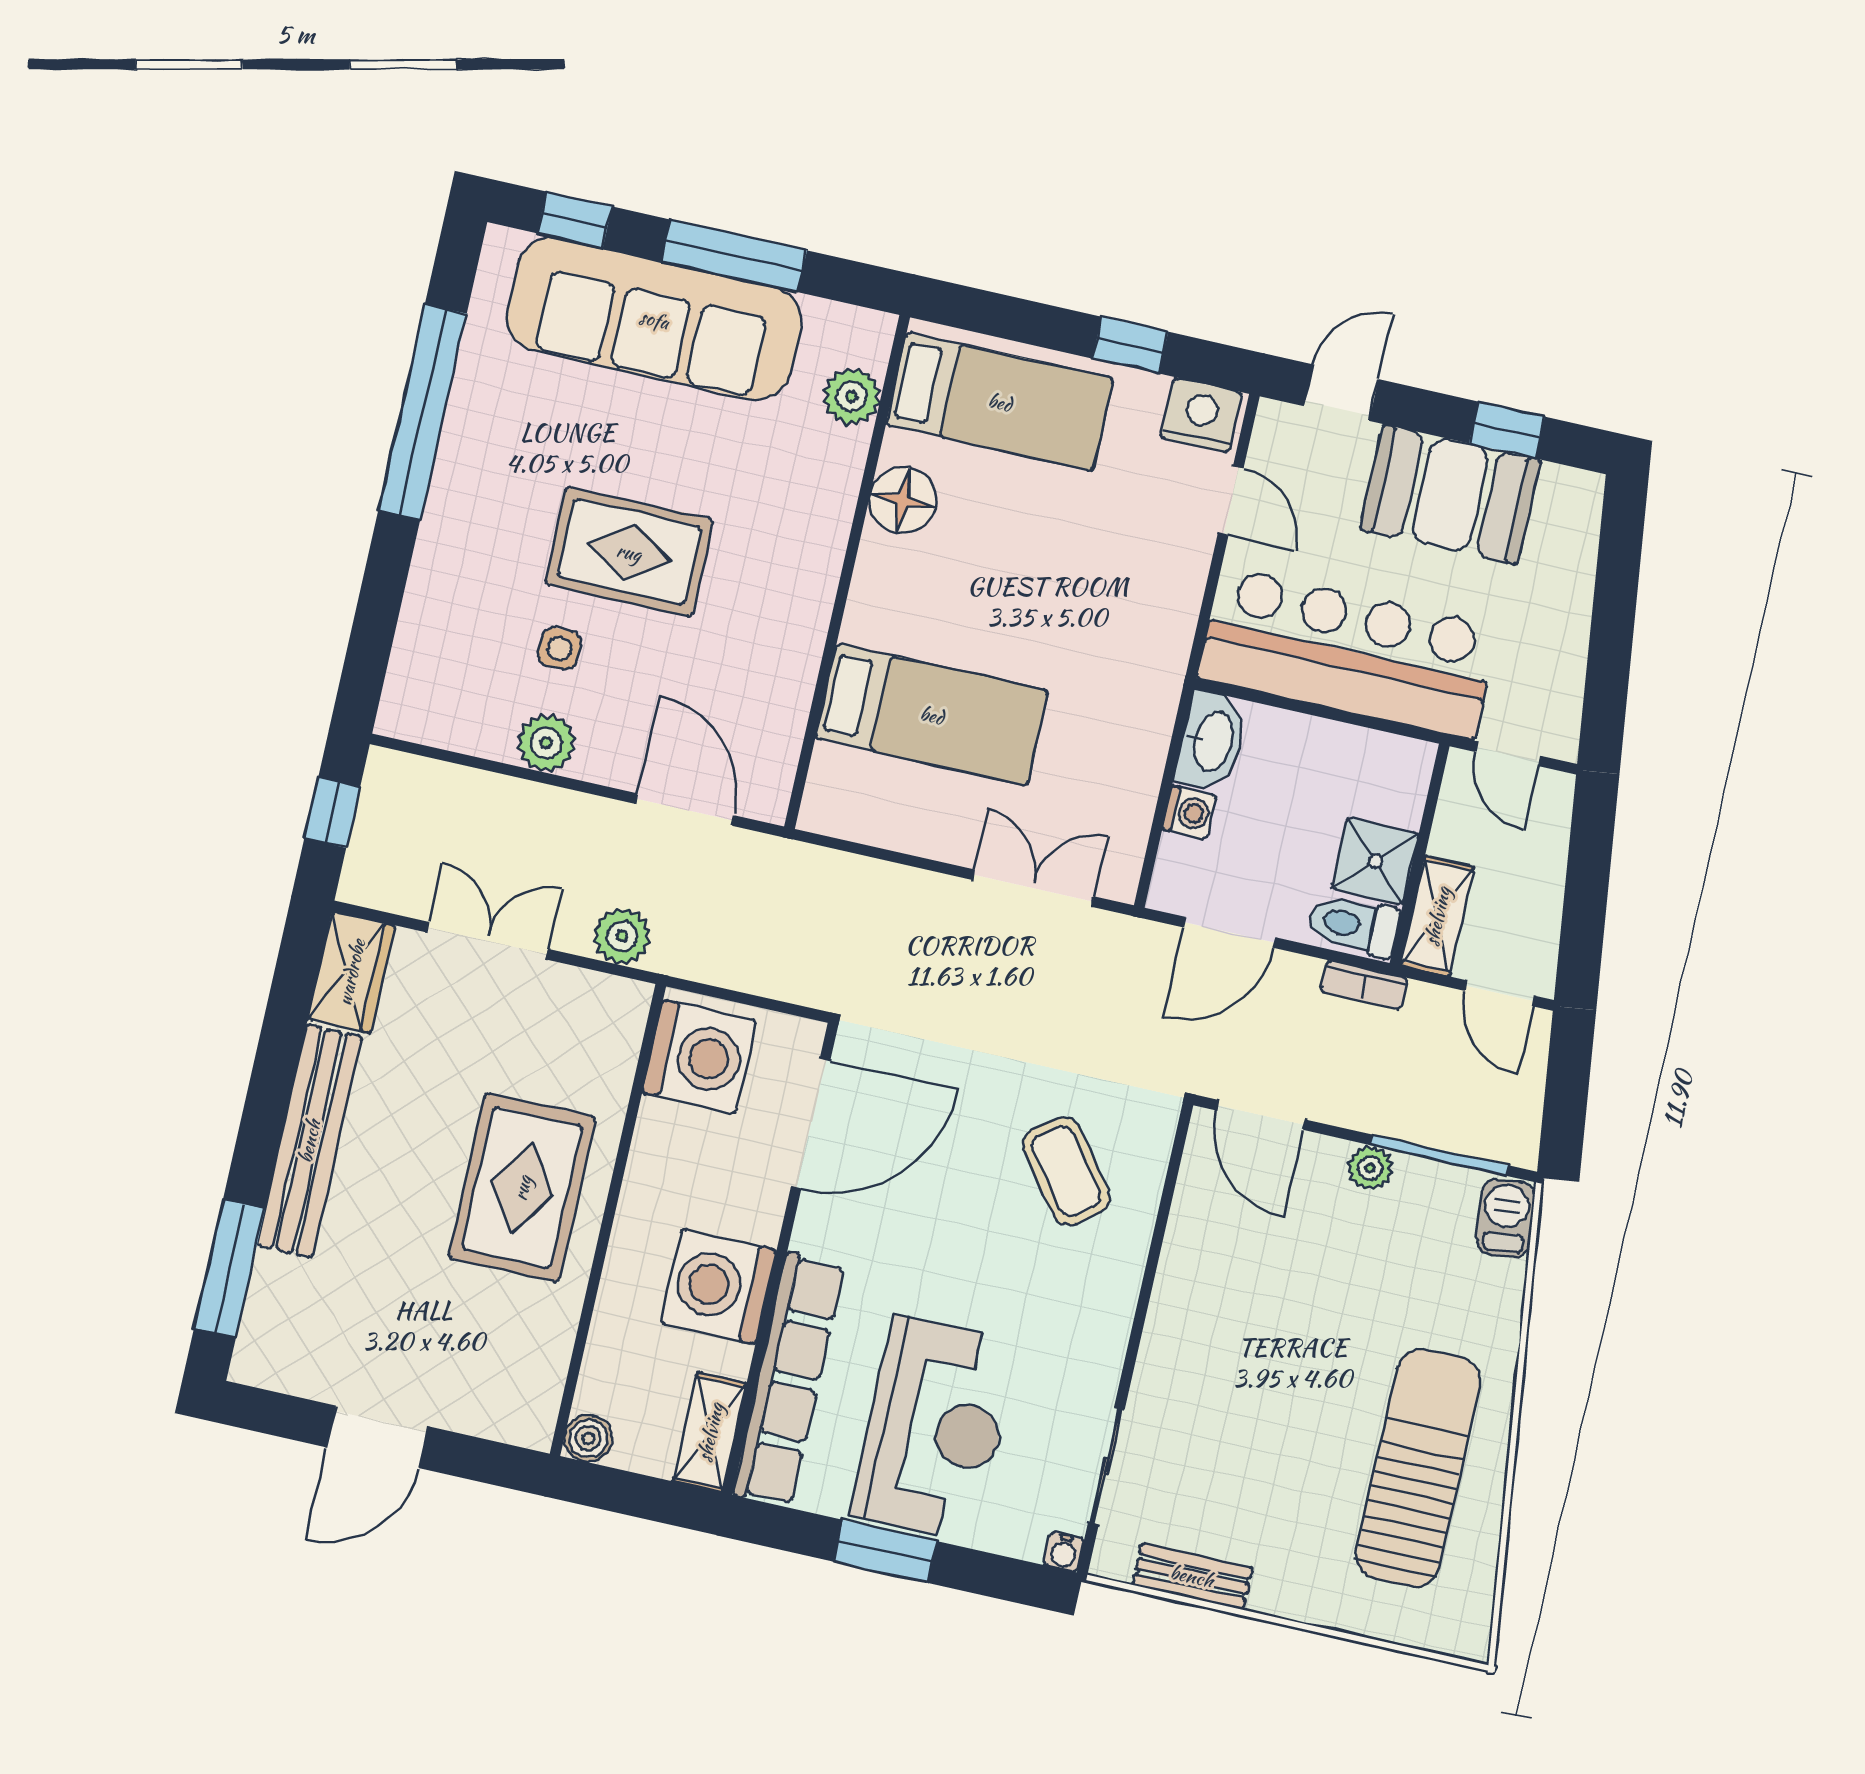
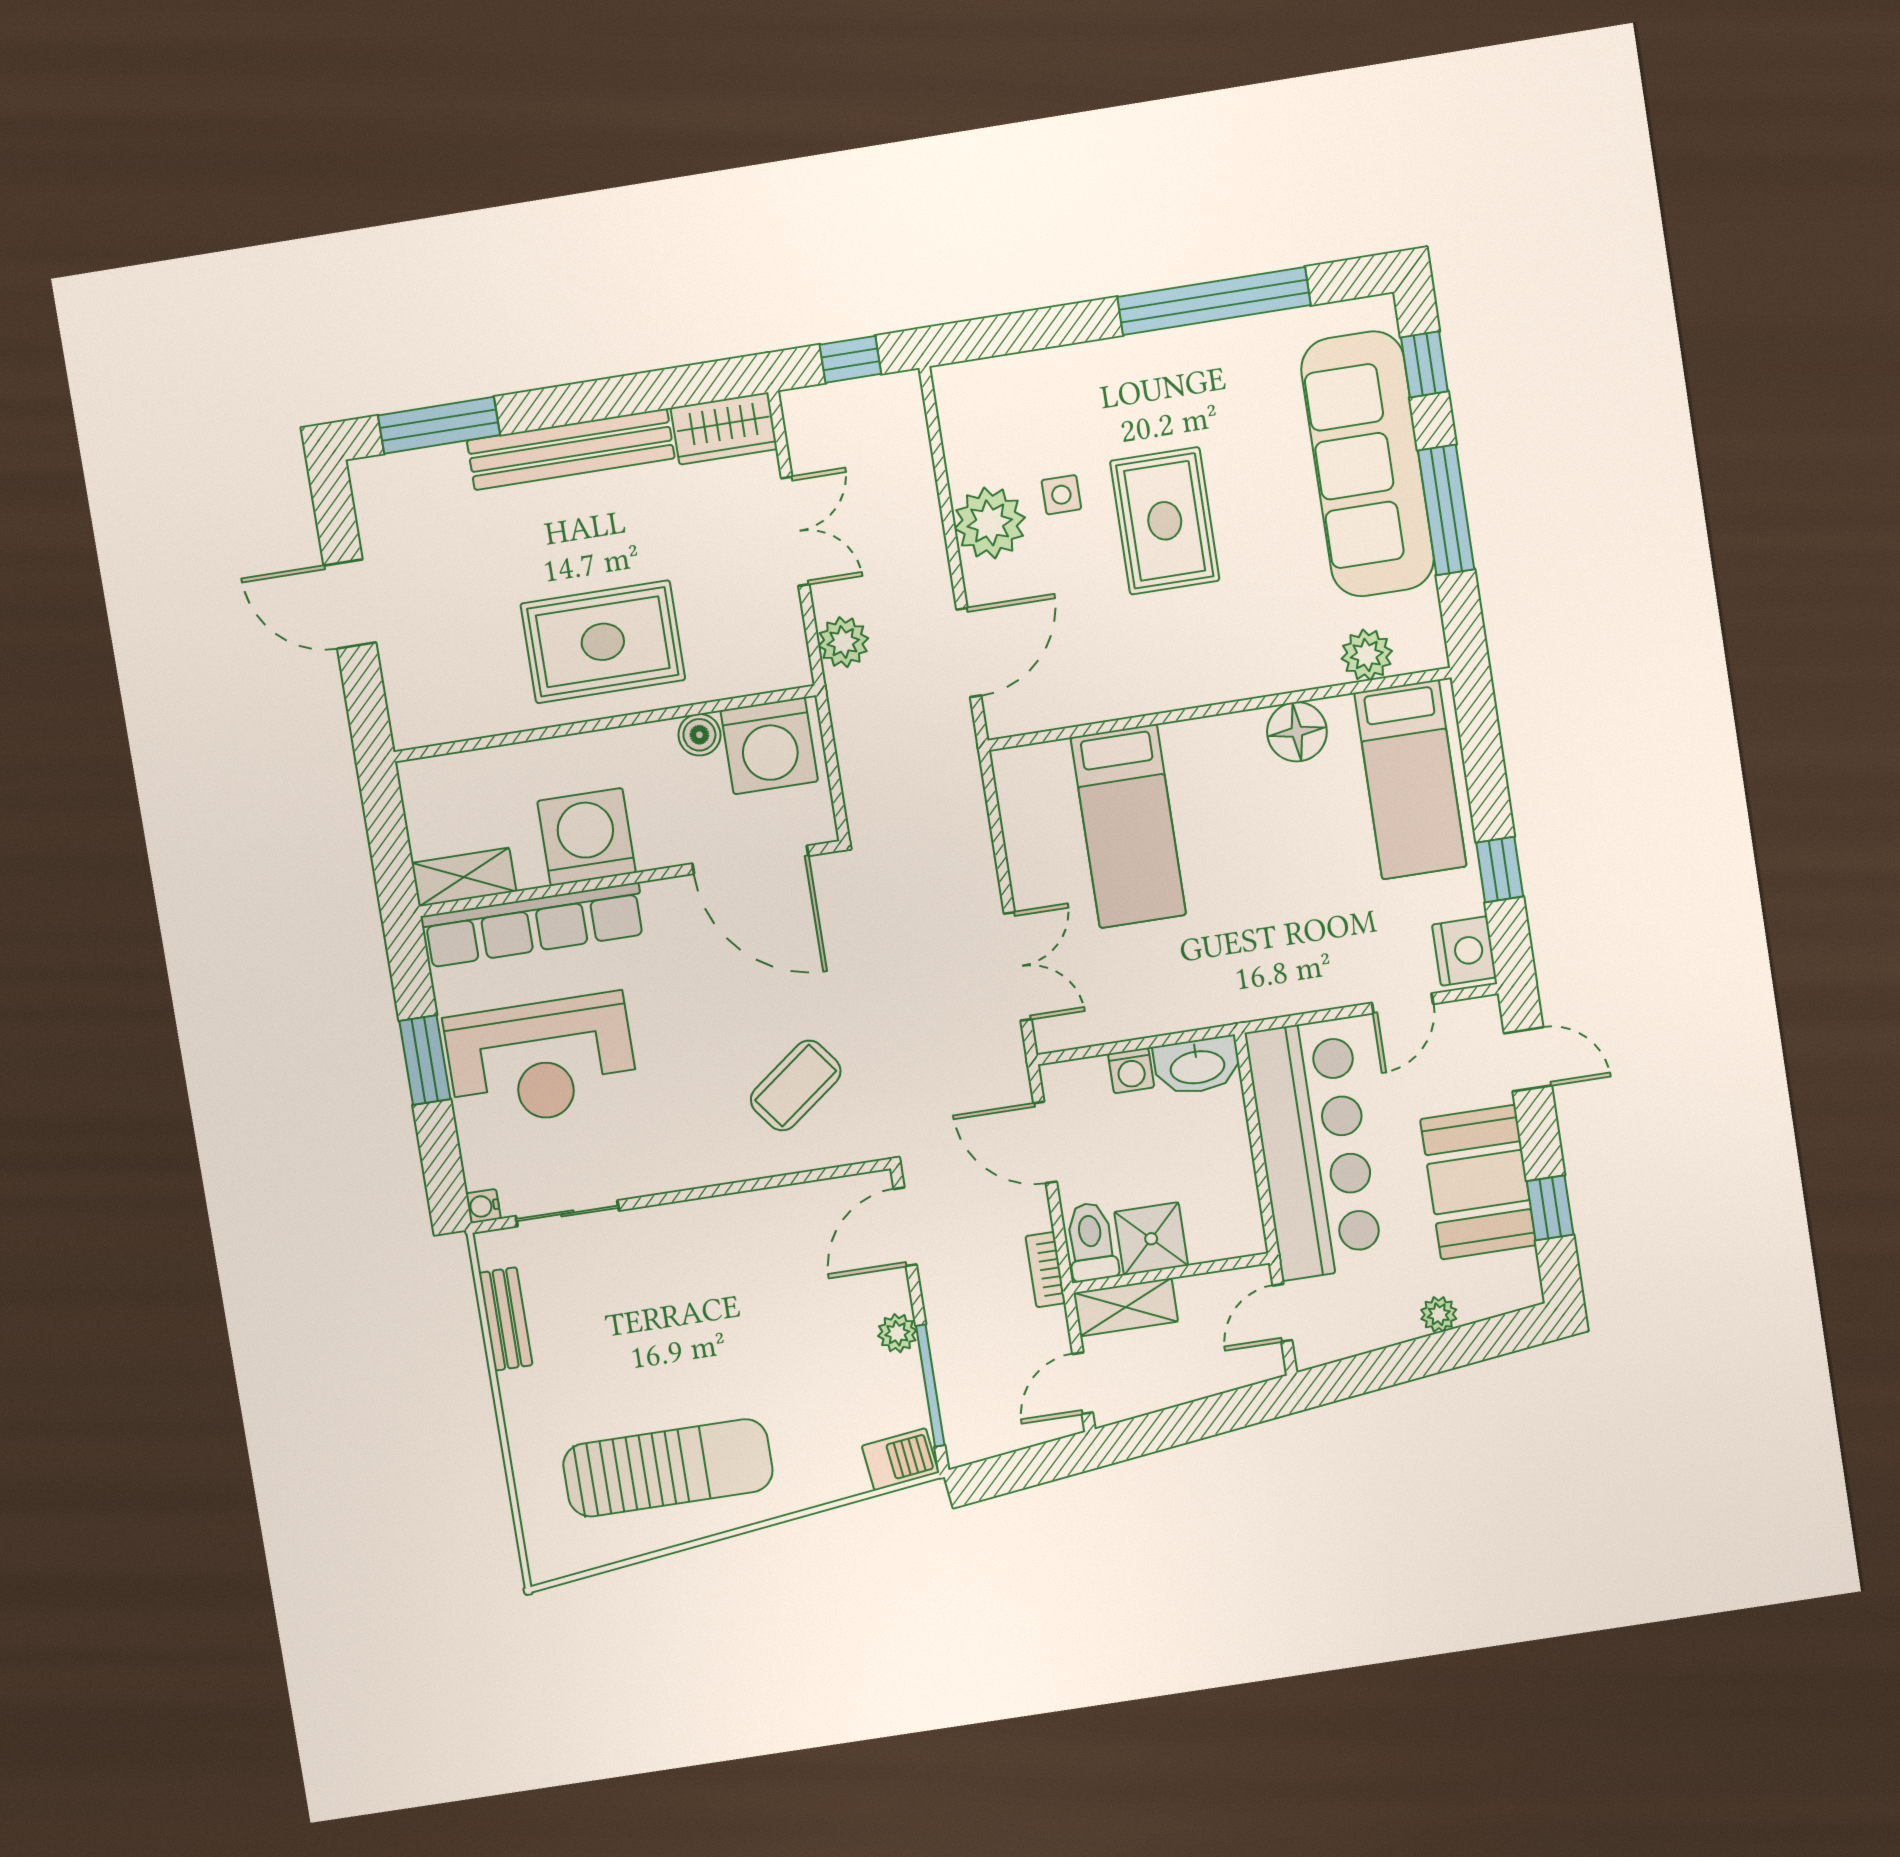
plant: (1574, 590) -> (1439, 1314), added
plant: (546, 743) -> (990, 523), width x1.36, depth x1.36
boiler: (588, 1438) -> (699, 735), moved

